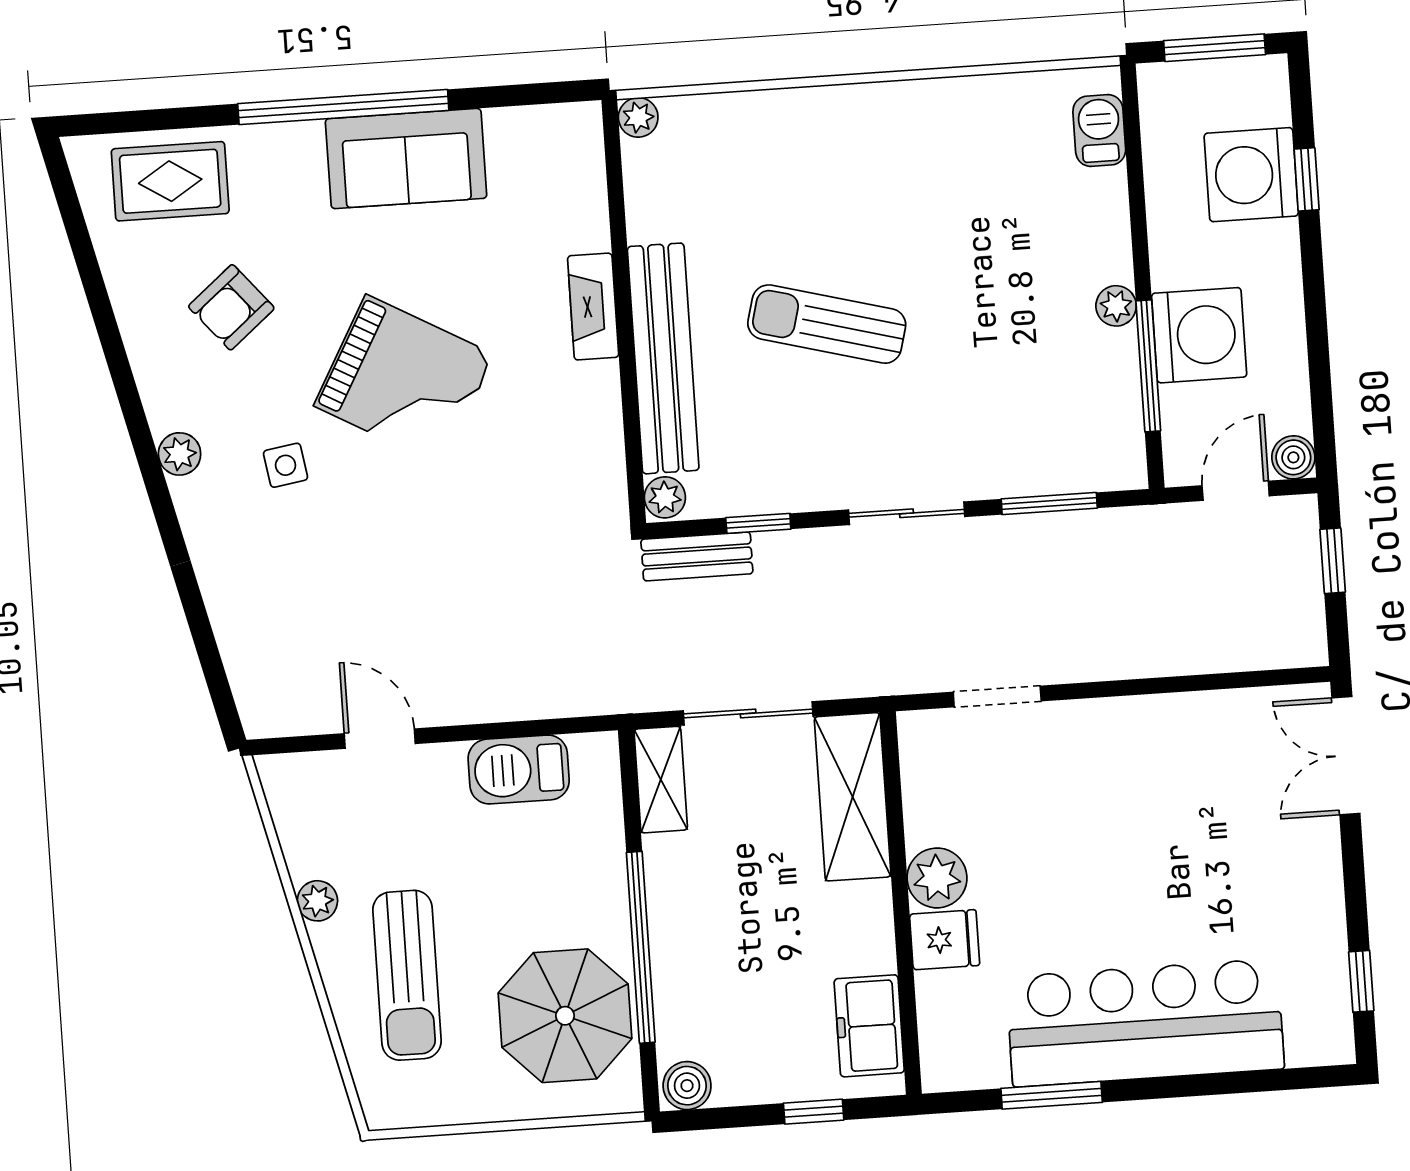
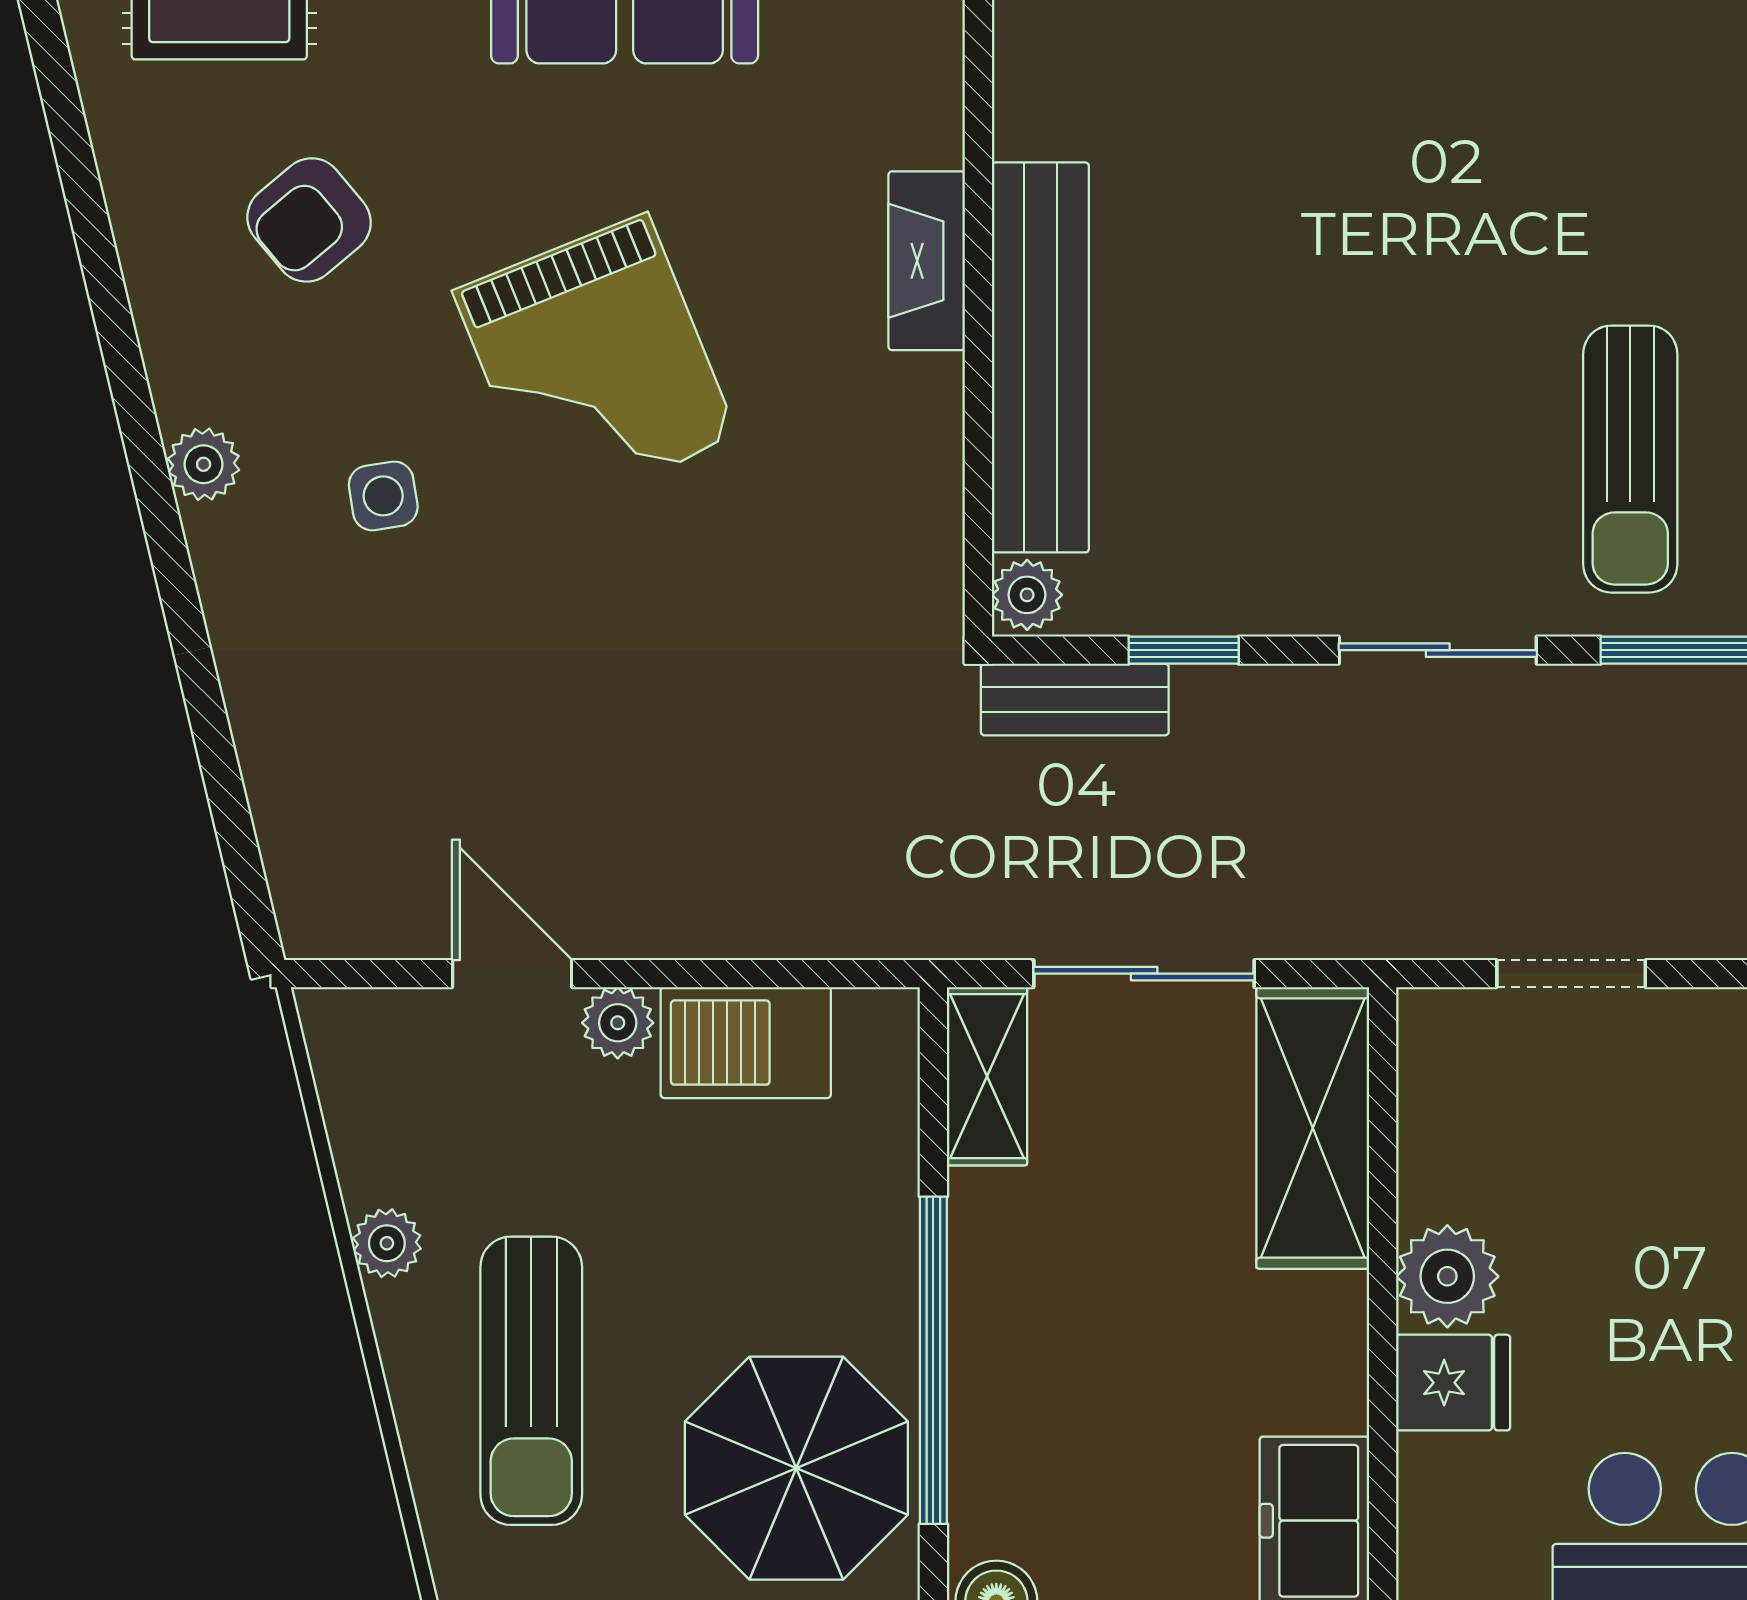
sun lounger: (827, 324) -> (1630, 459), moved, turned -105
grand piano: (404, 380) -> (595, 364), turned 39
plant: (443, 763) -> (618, 1023), added

